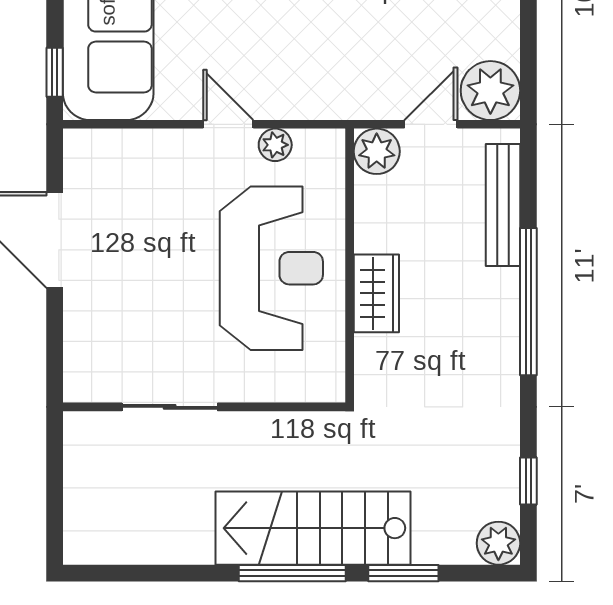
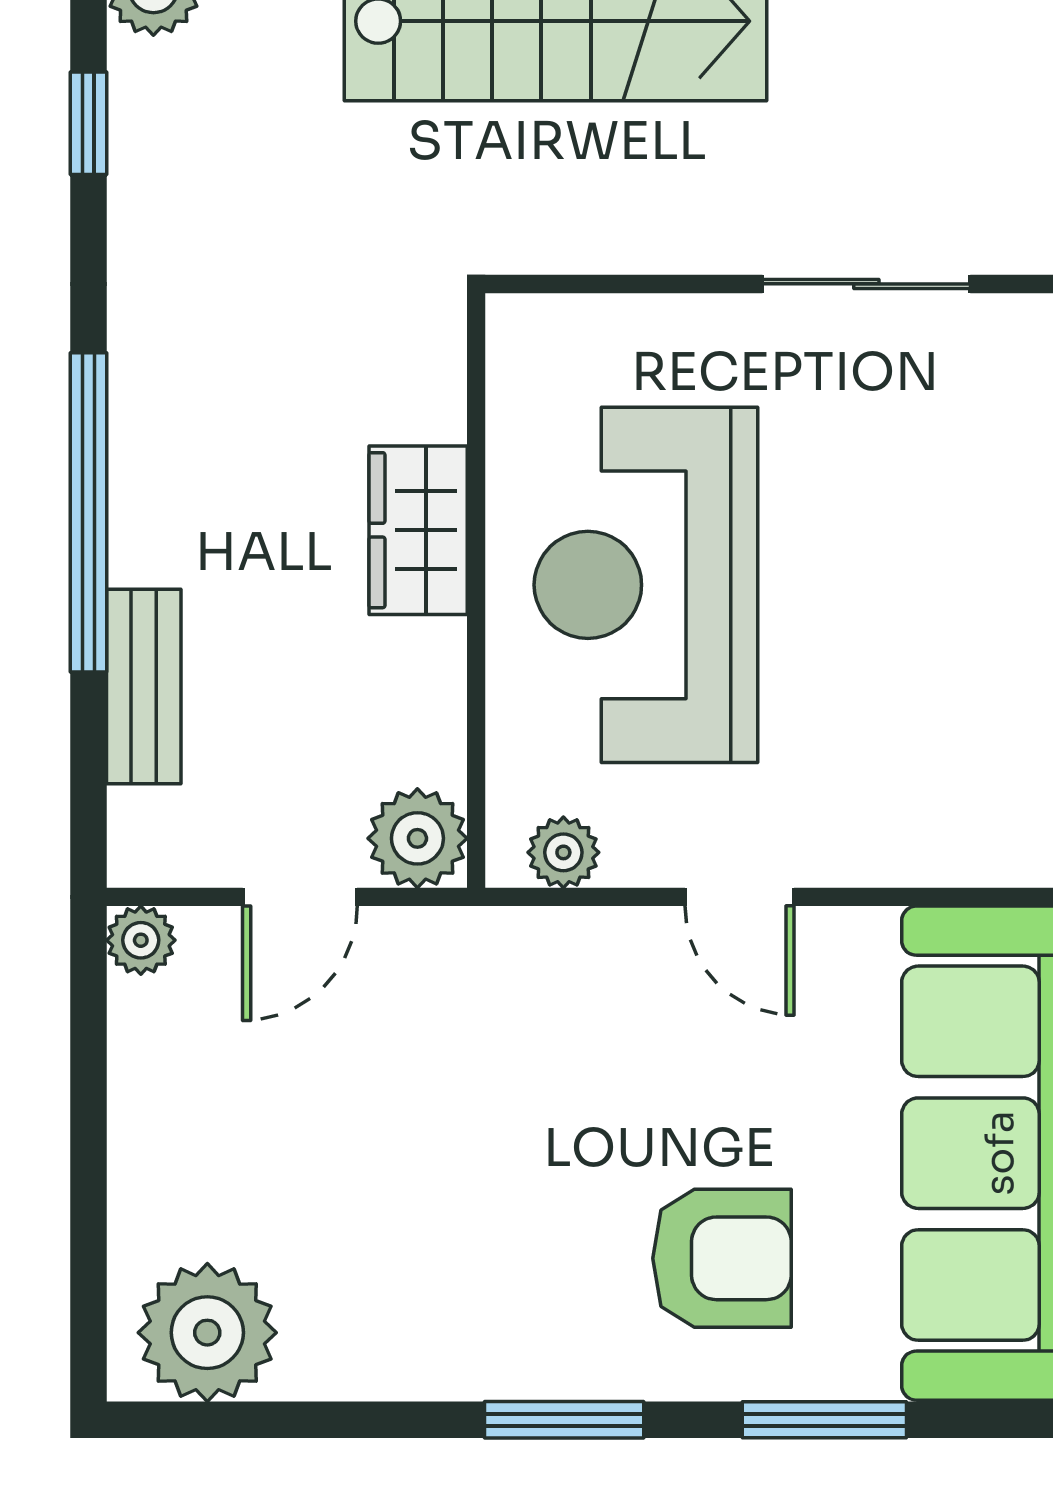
plant: (490, 91) -> (141, 940), width x0.53, depth x0.53
plant: (275, 145) -> (563, 852), moved
bench: (503, 205) -> (144, 686), width x0.73

